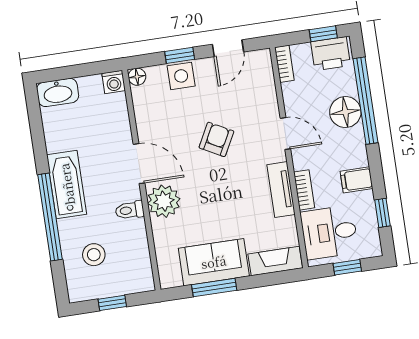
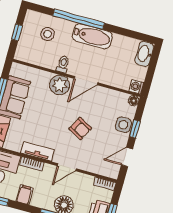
door: (228, 48) -> (127, 157), hinge flipped

